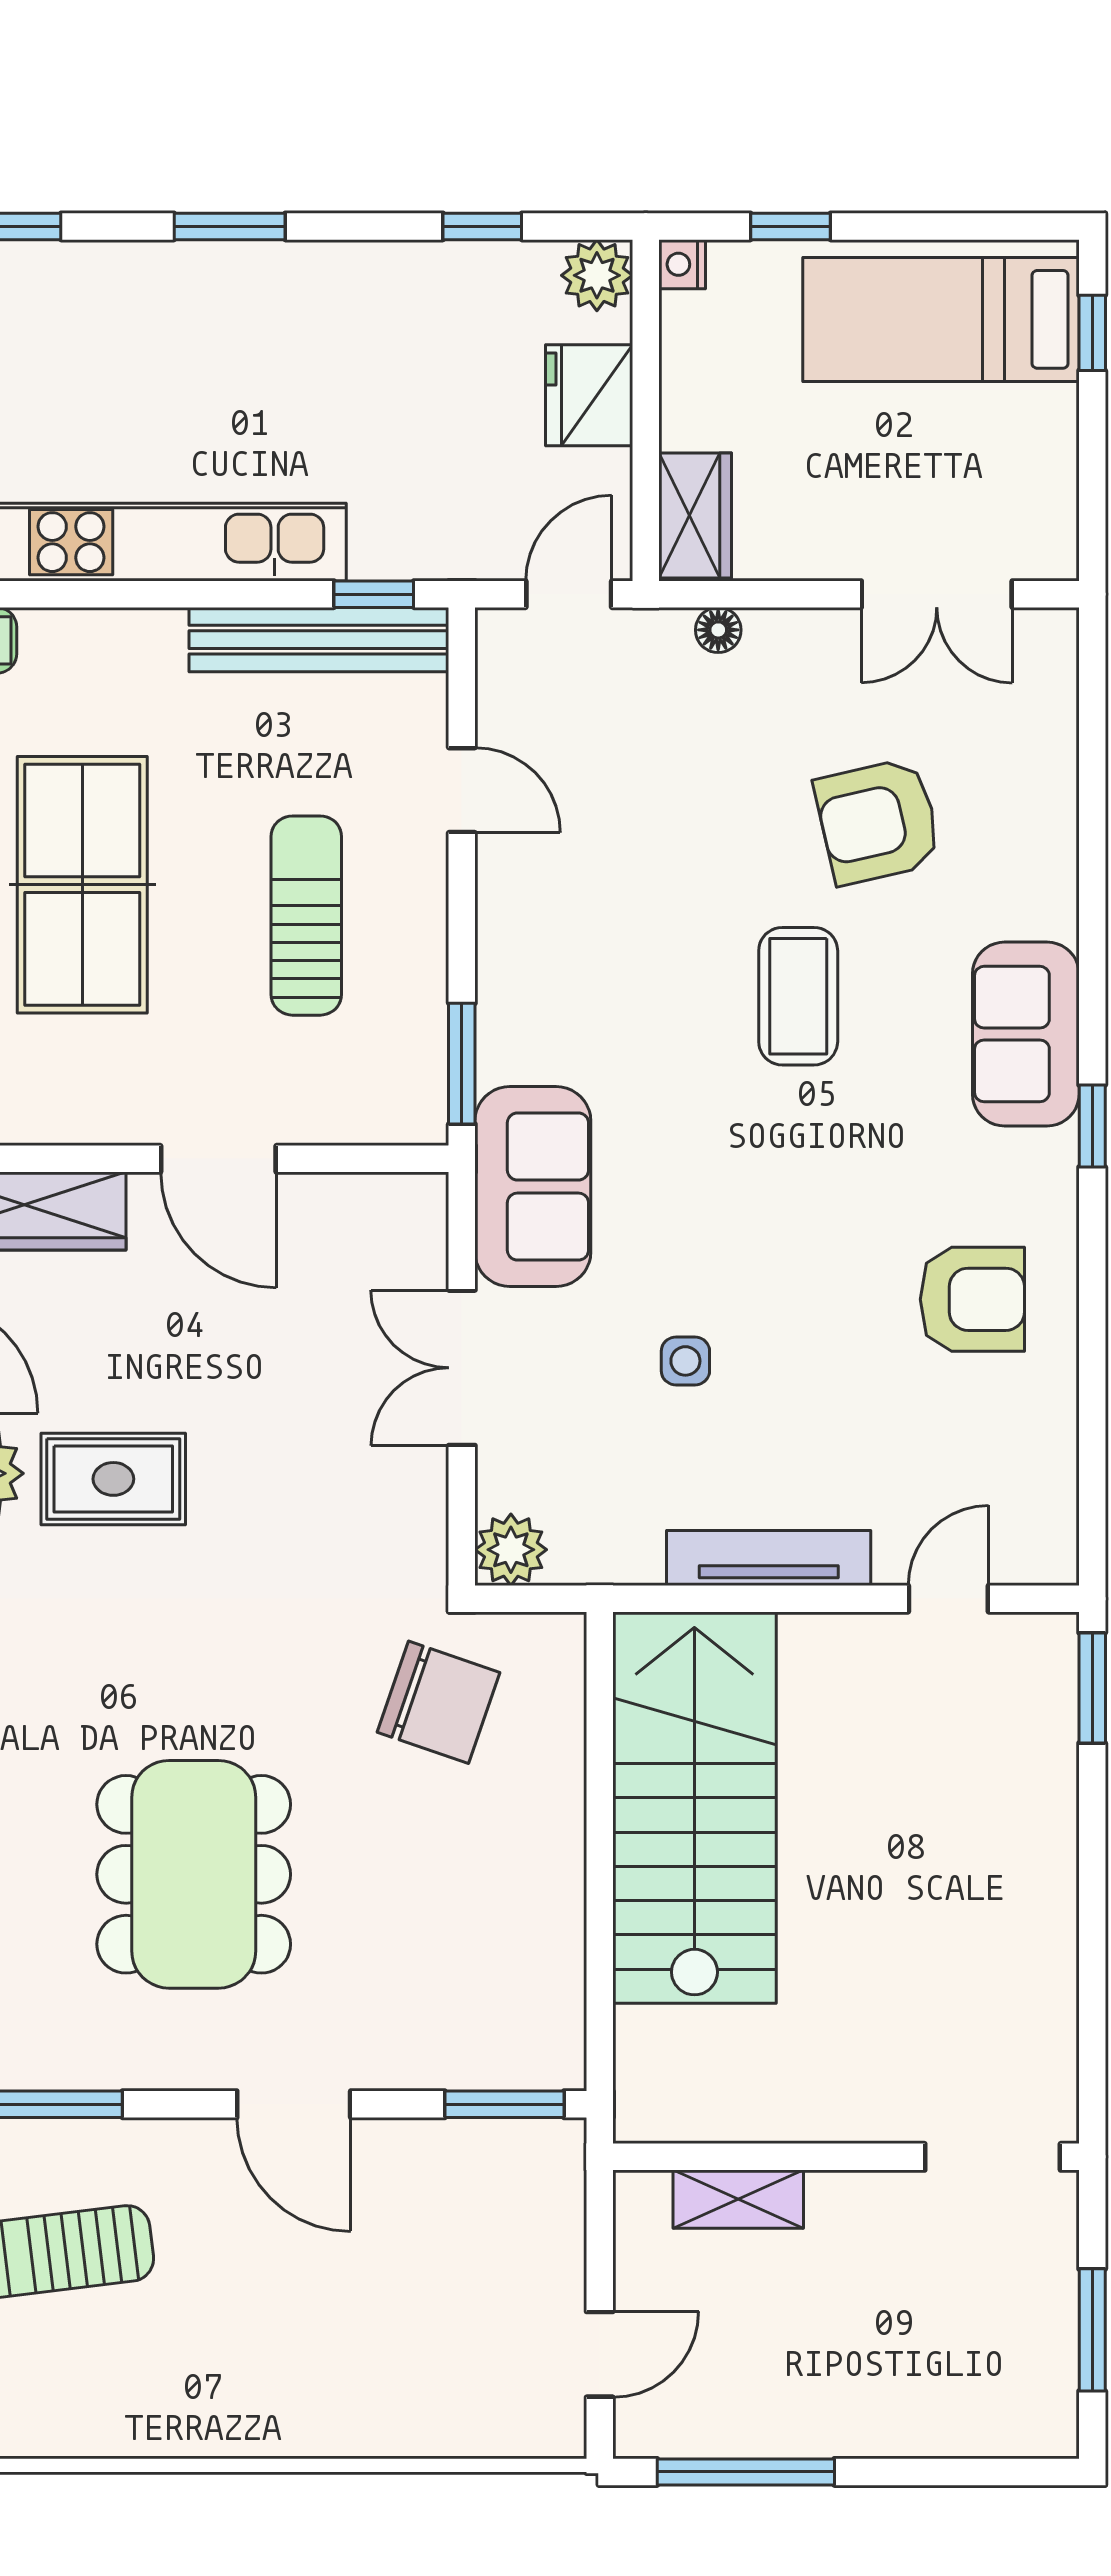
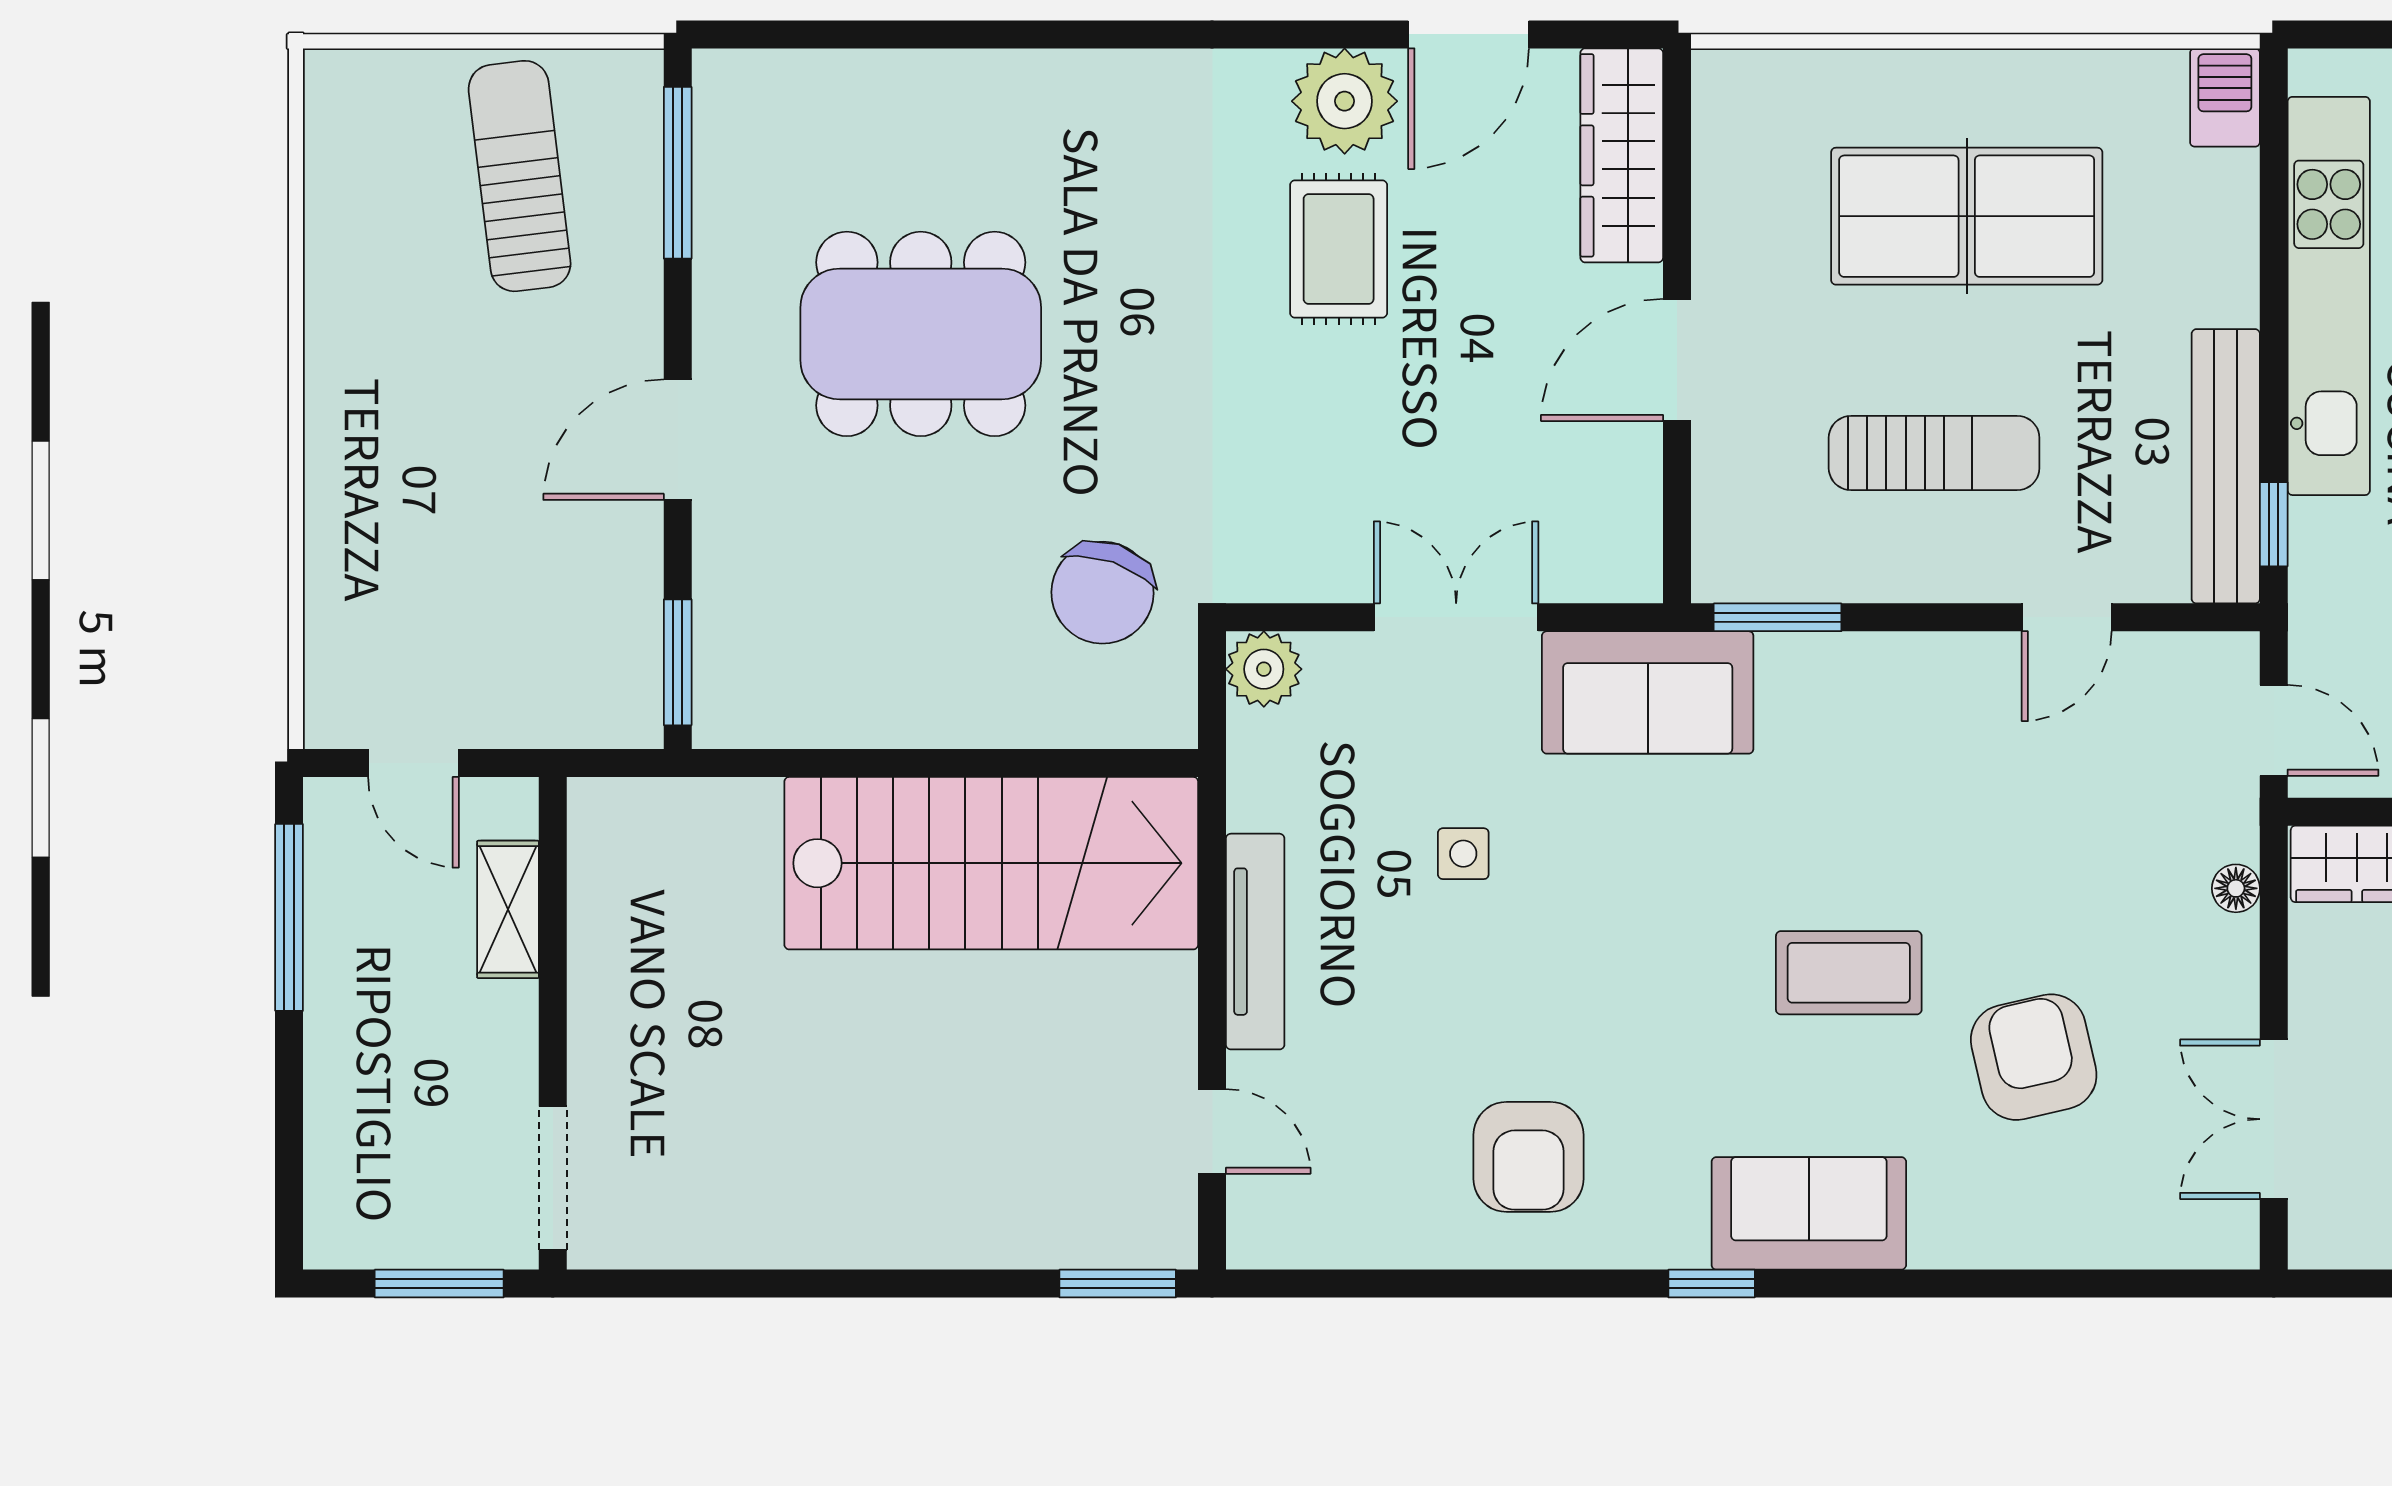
wall: (846, 2157) -> (553, 1023), moved
doorway: (993, 2157) -> (553, 1178), moved
shelving: (738, 2199) -> (508, 909), moved

